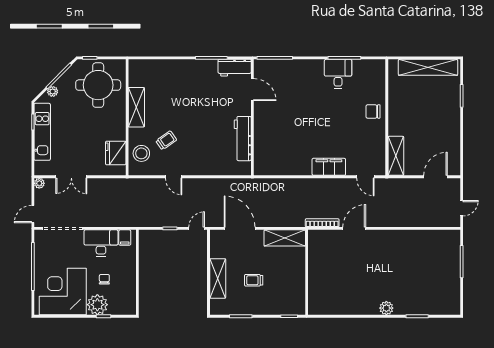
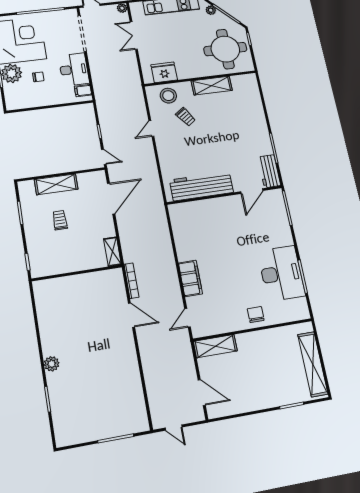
desk: (338, 74) -> (281, 273), width x1.87, depth x1.30
workbench: (243, 139) -> (201, 186), width x1.36, depth x1.32
shelving: (285, 238) -> (112, 252), width x0.67, depth x0.75

